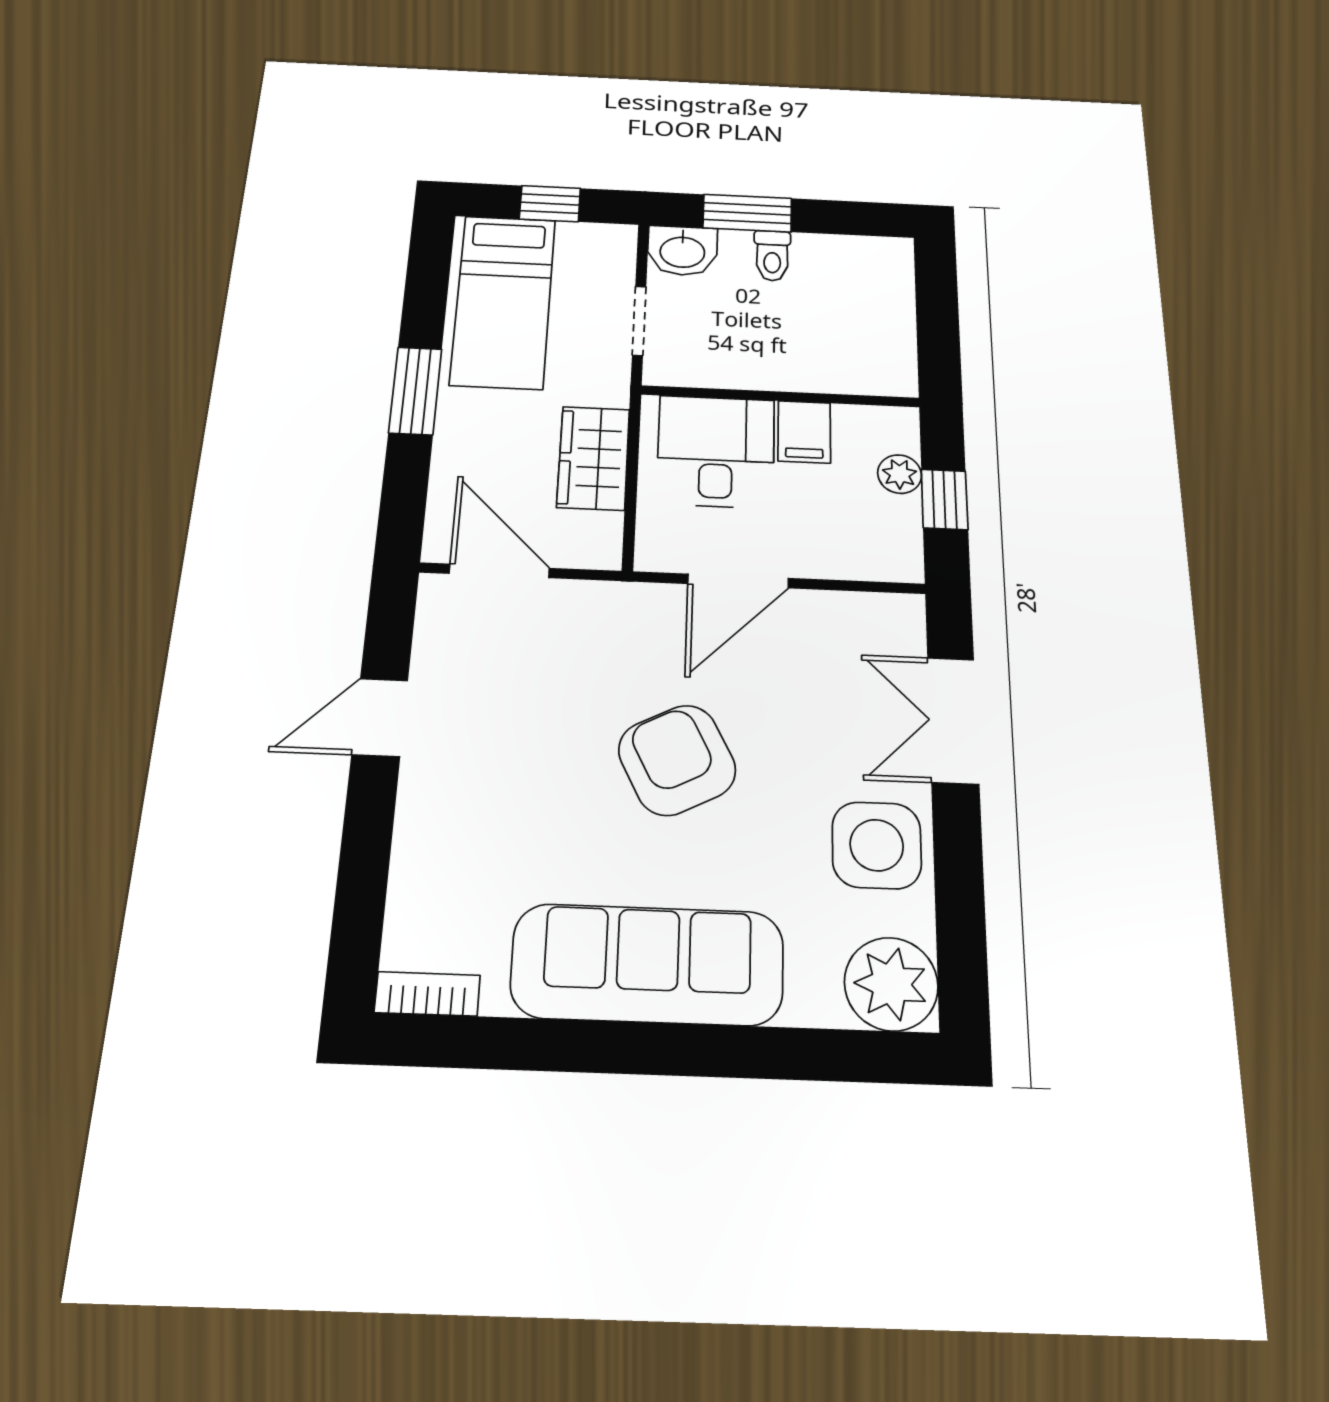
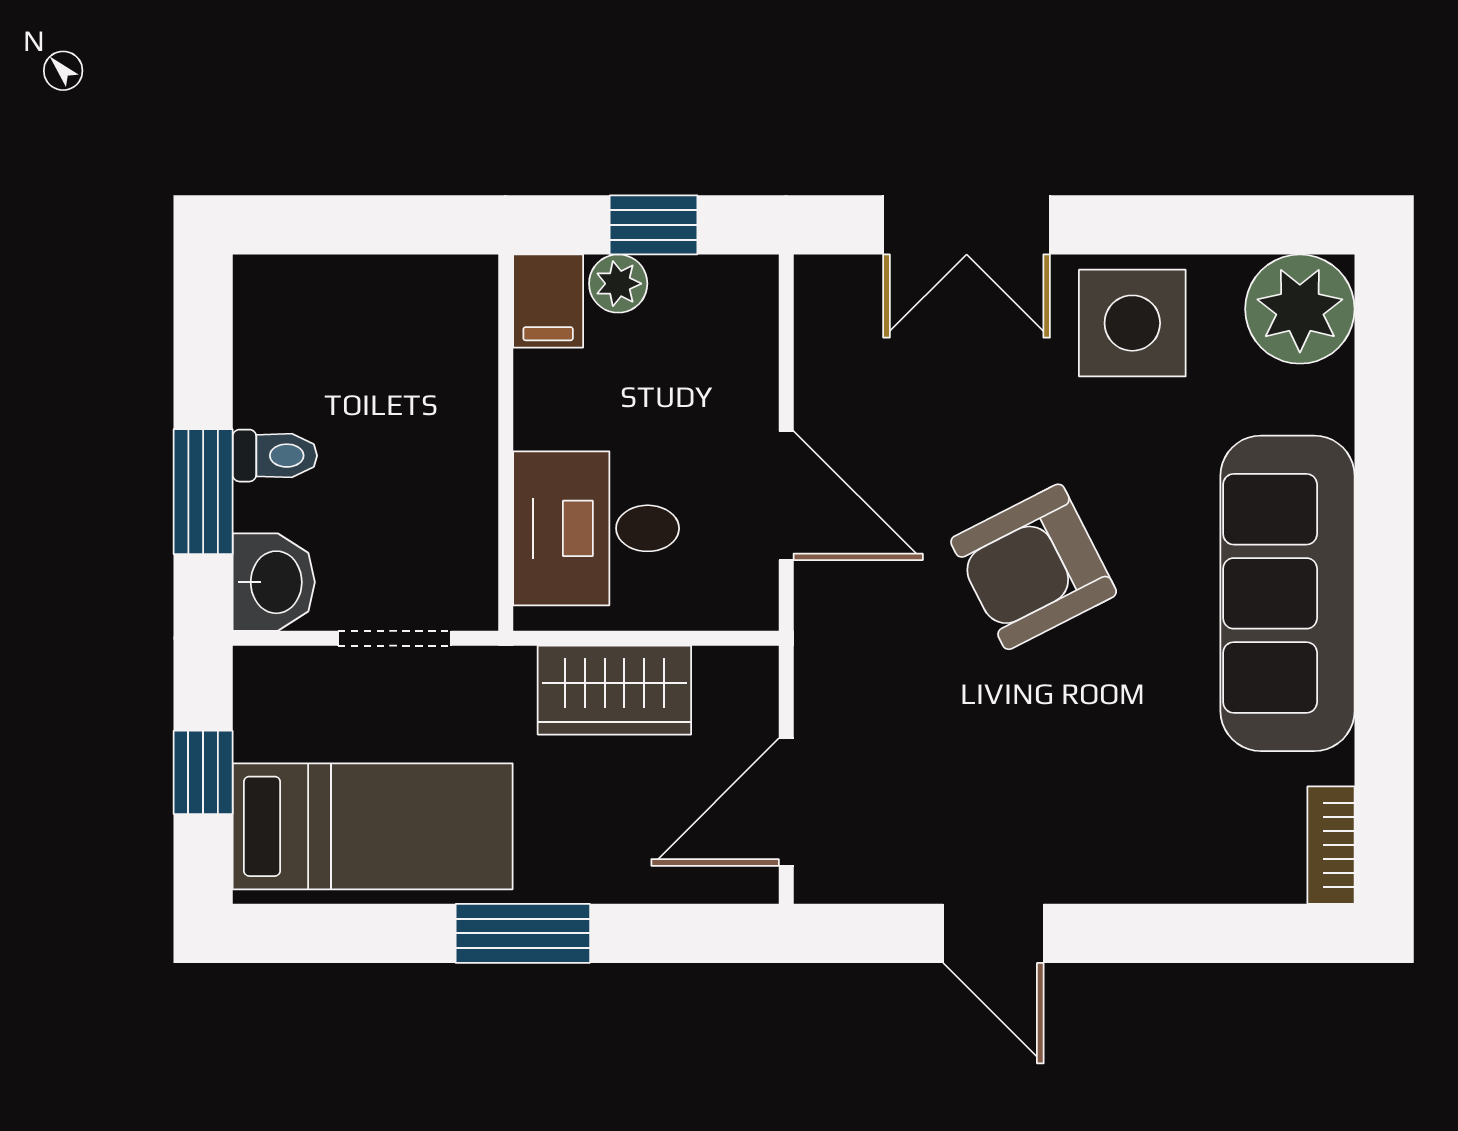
filing cabinet: (804, 432) -> (548, 301), moved, turned 90

